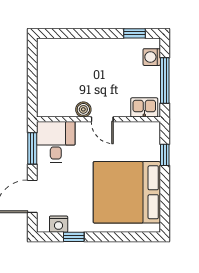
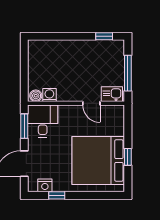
washing machine: (152, 57) -> (49, 95), moved, turned 90
boiler: (83, 109) -> (36, 96), moved
door: (102, 119) -> (91, 103), moved
window: (165, 155) -> (128, 157), moved

